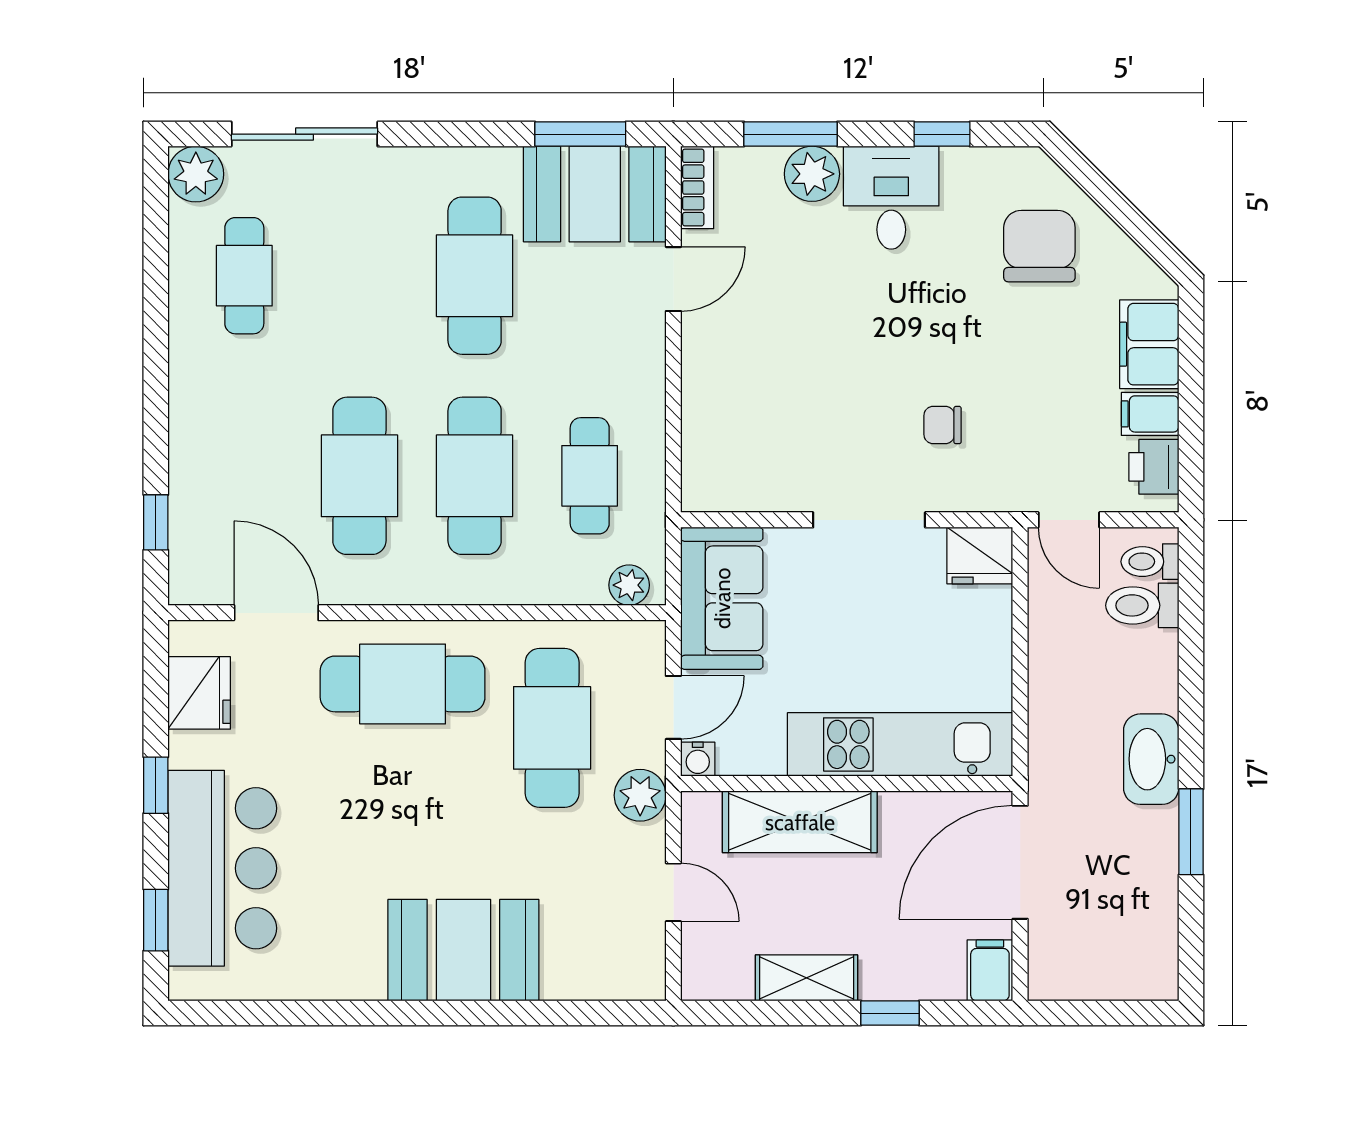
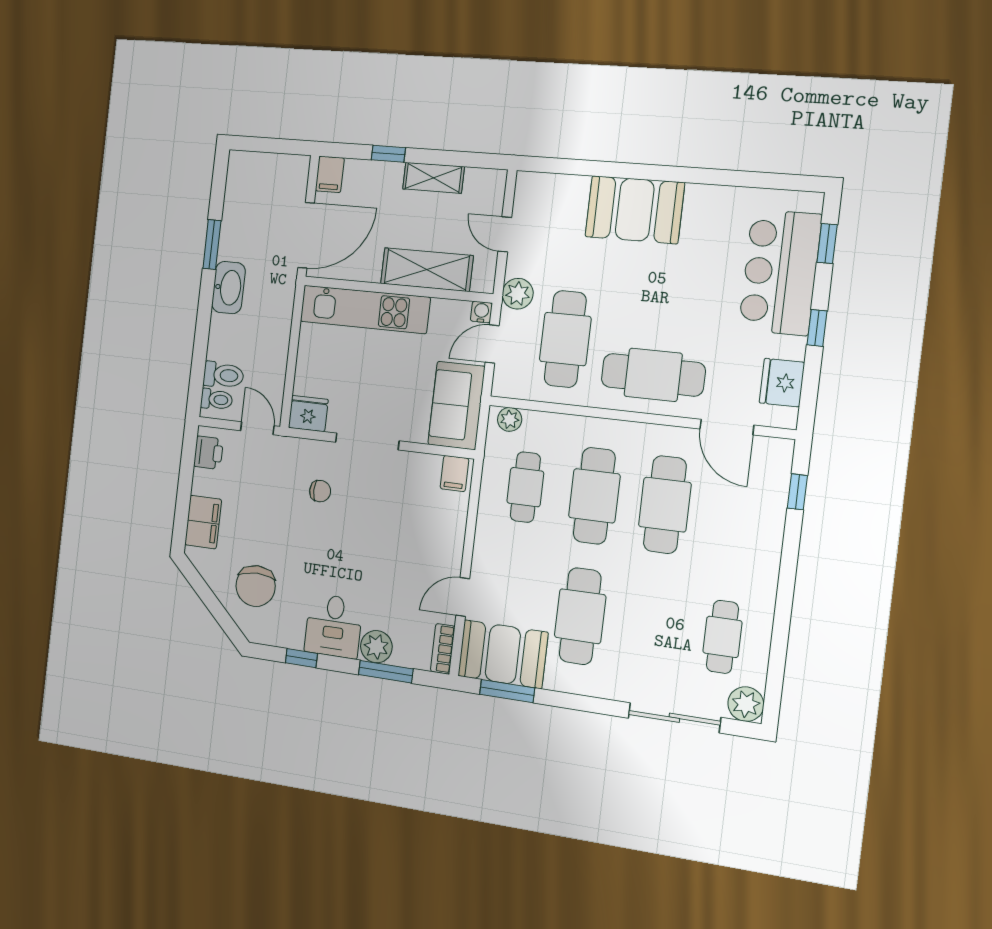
filing cabinet: (1150, 414) -> (454, 474), moved, turned 90

